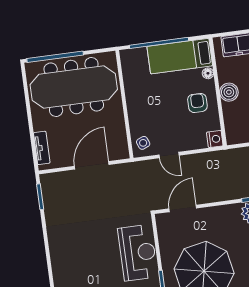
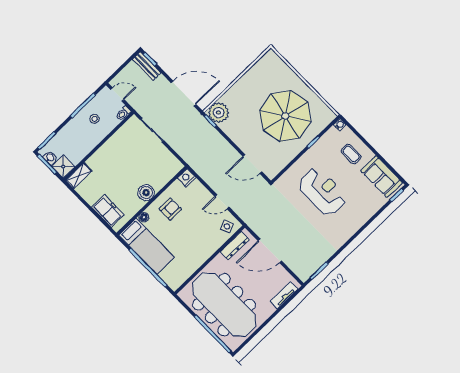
armchair: (197, 103) -> (170, 209), turned 180
dresser: (120, 137) -> (235, 246), added
door: (169, 155) -> (222, 202), swing flipped
reception desk: (138, 253) -> (322, 192), moved, turned 90

